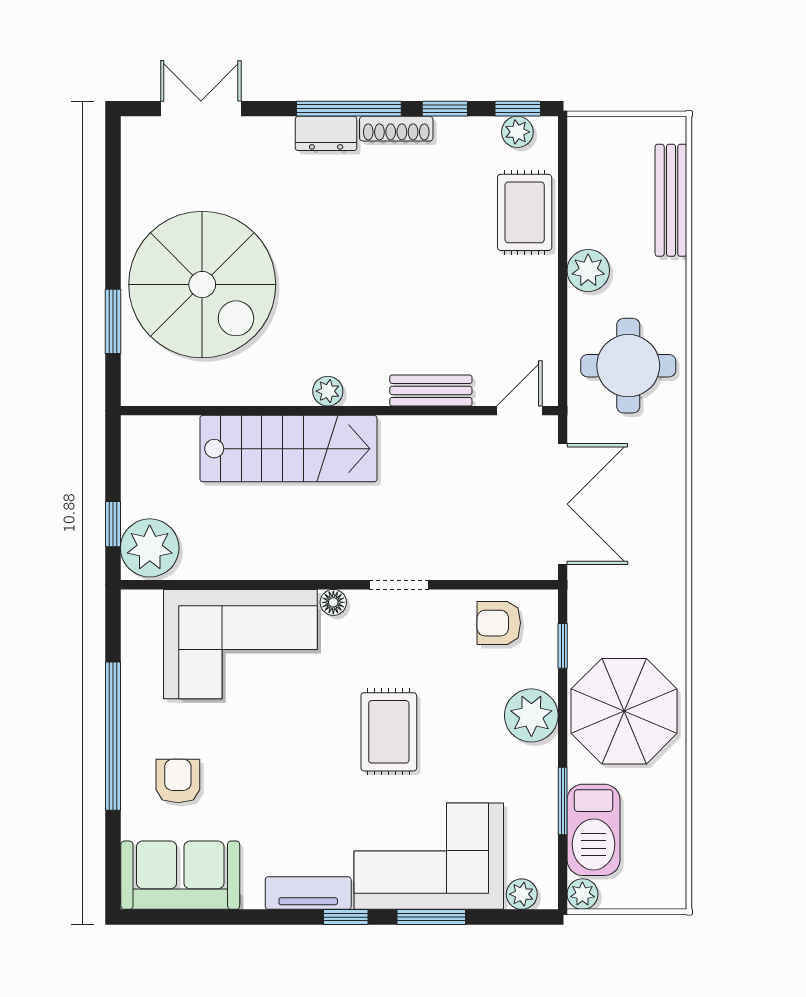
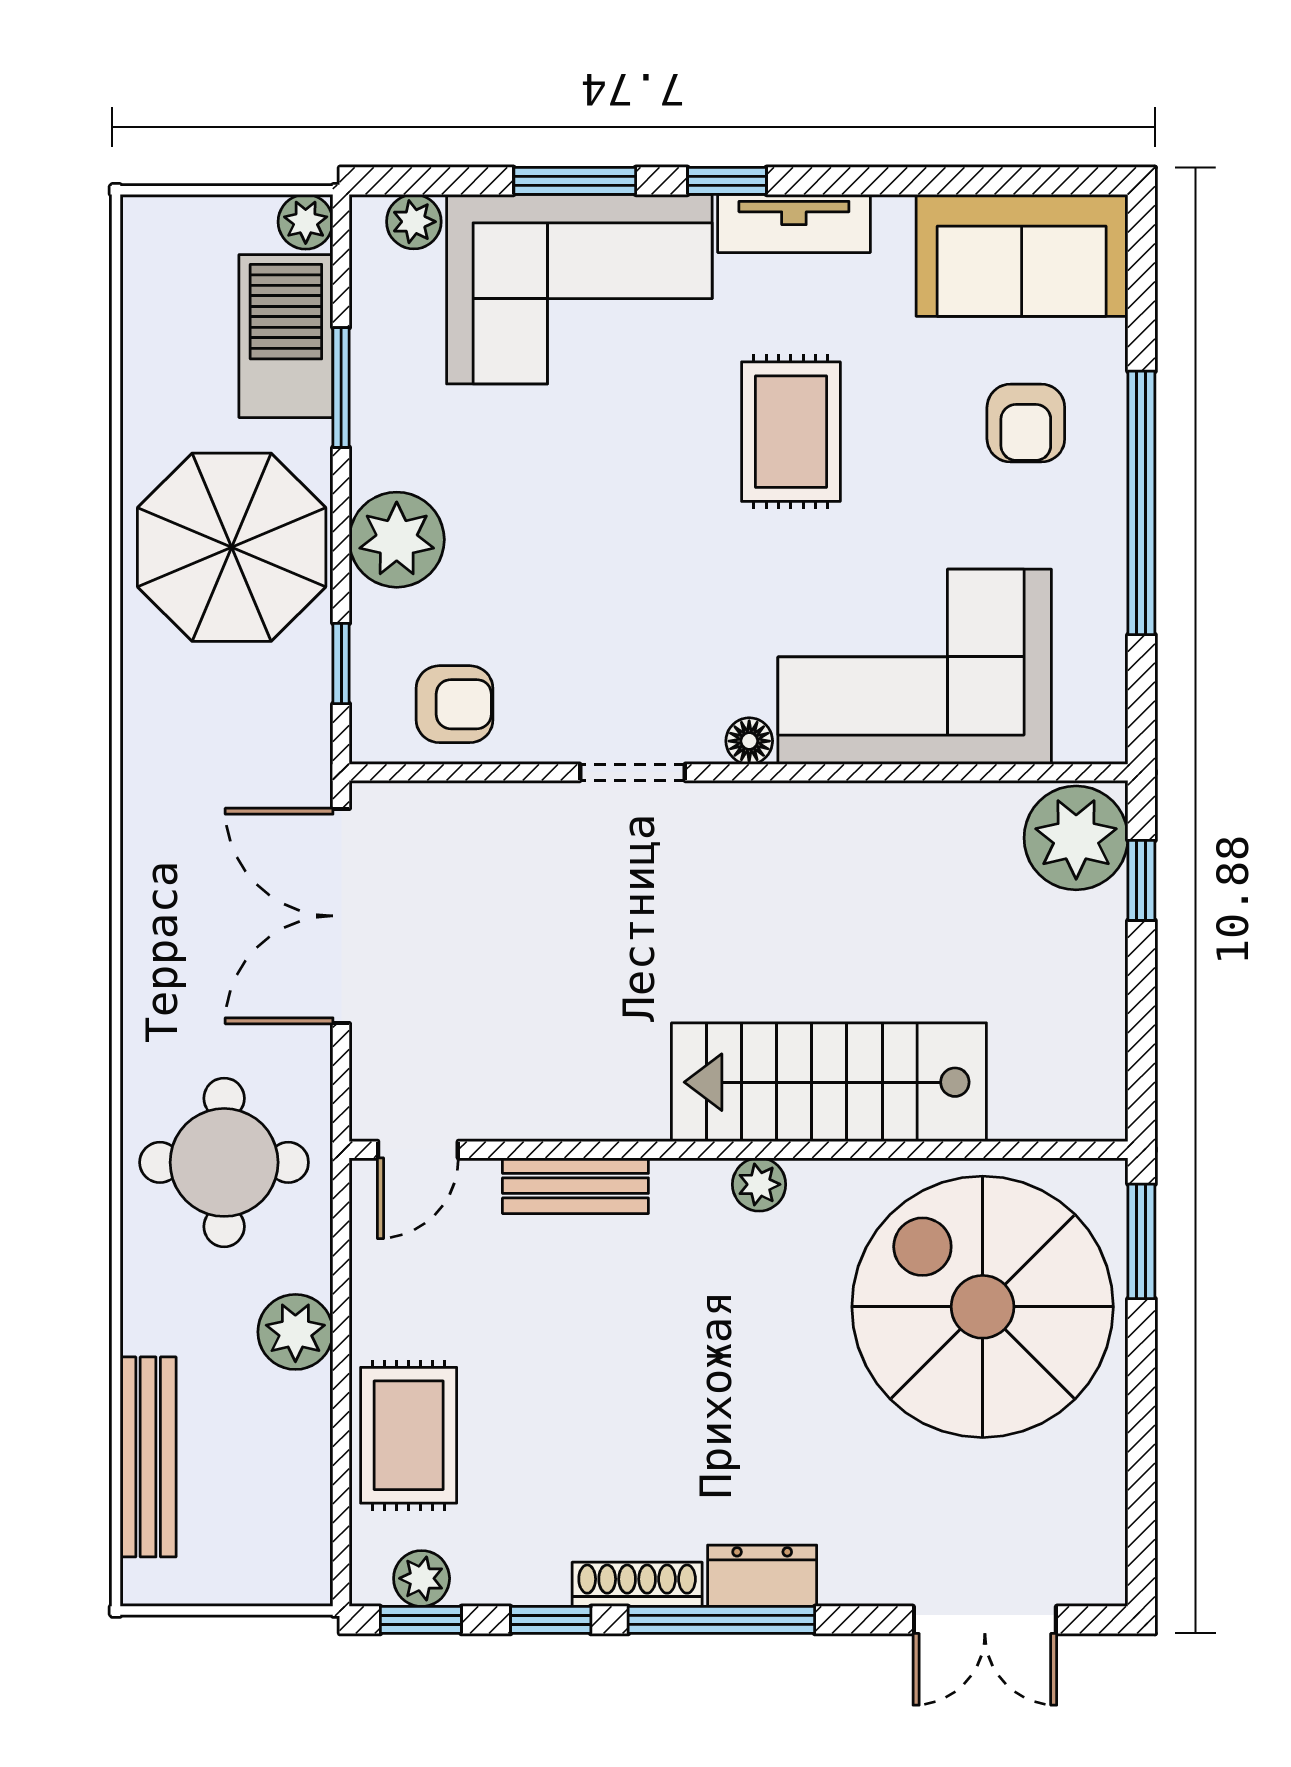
bench: (431, 390) -> (575, 1186), moved
plant: (328, 391) -> (759, 1184), moved
wall: (339, 411) -> (739, 1150), moved
door: (519, 411) -> (418, 1150), moved
stairs: (289, 449) -> (829, 1082), moved
rug: (389, 732) -> (791, 432), moved

